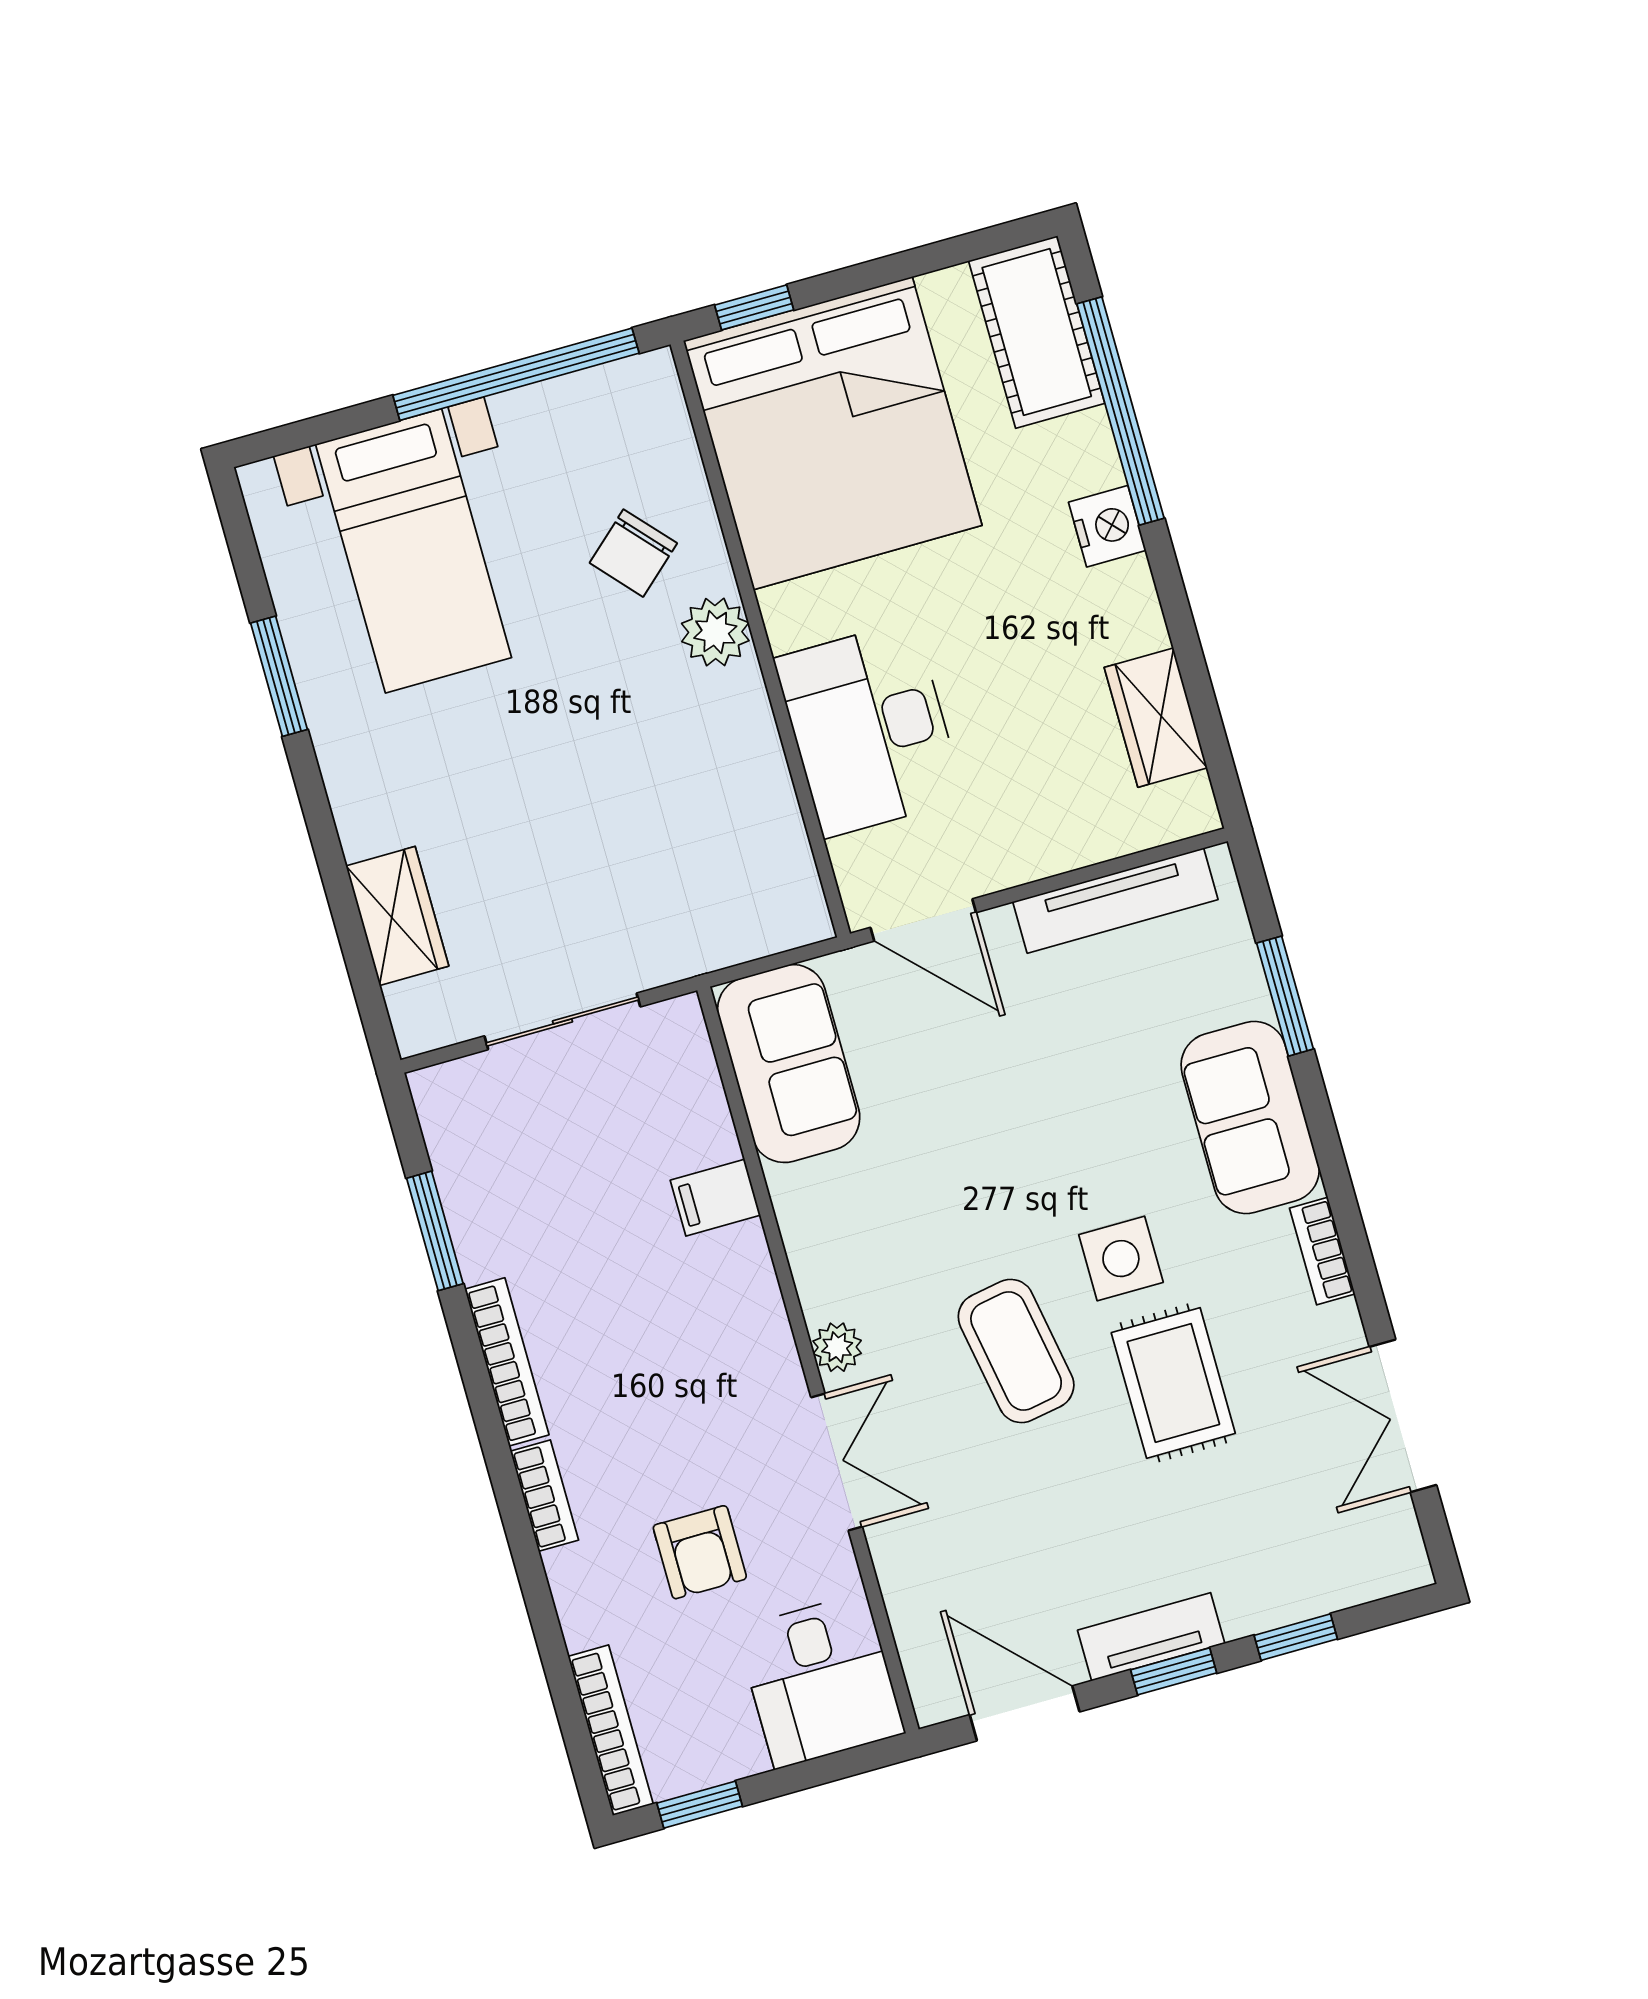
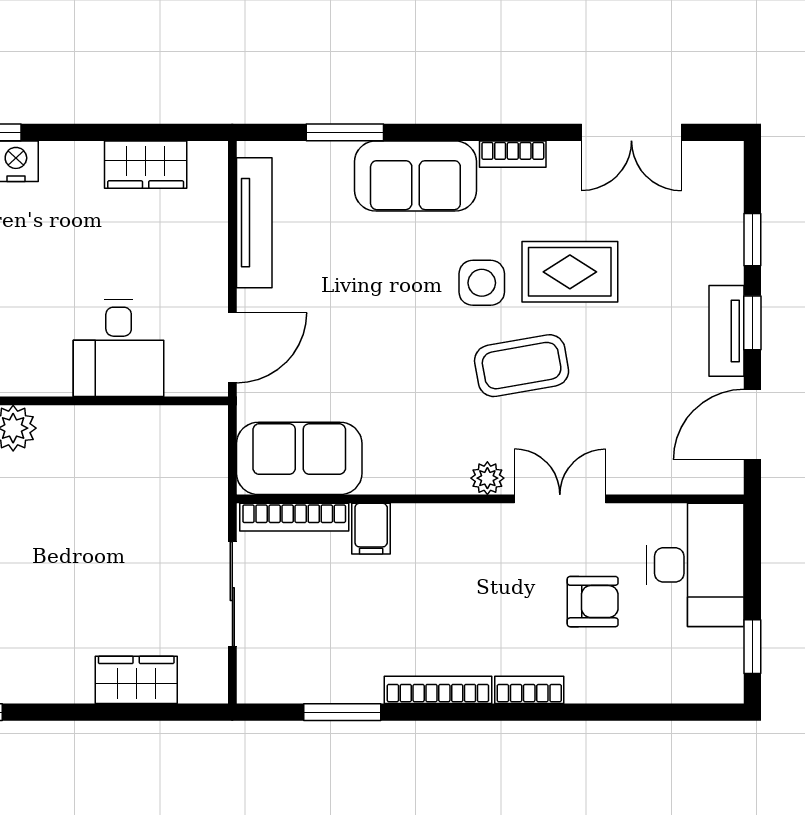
desk: (869, 729) -> (119, 348), width x0.73
desk: (820, 1681) -> (695, 565), width x1.37
bookcase: (611, 1730) -> (294, 517), moved, turned 180

